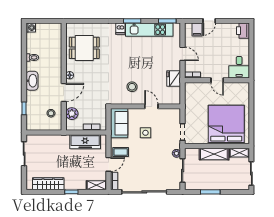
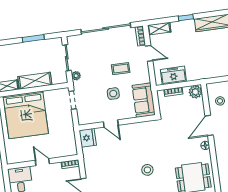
fridge: (174, 78) -> (88, 138), moved
stool: (132, 87) -> (147, 170), moved
plant: (72, 114) -> (195, 92), moved
freezer: (85, 142) -> (173, 75), width x0.71
coffee table: (121, 152) -> (121, 69), moved
door: (109, 164) -> (149, 53), swing flipped

